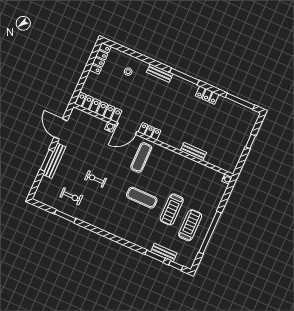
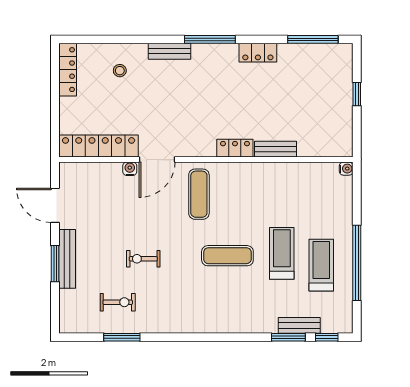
locker: (150, 131) -> (235, 148), moved
treadmill: (172, 209) -> (282, 253), turned 180

